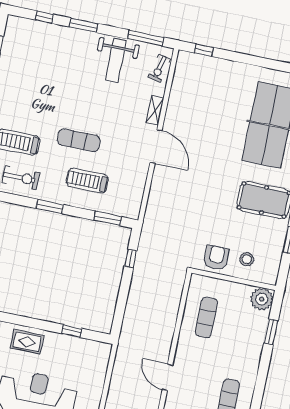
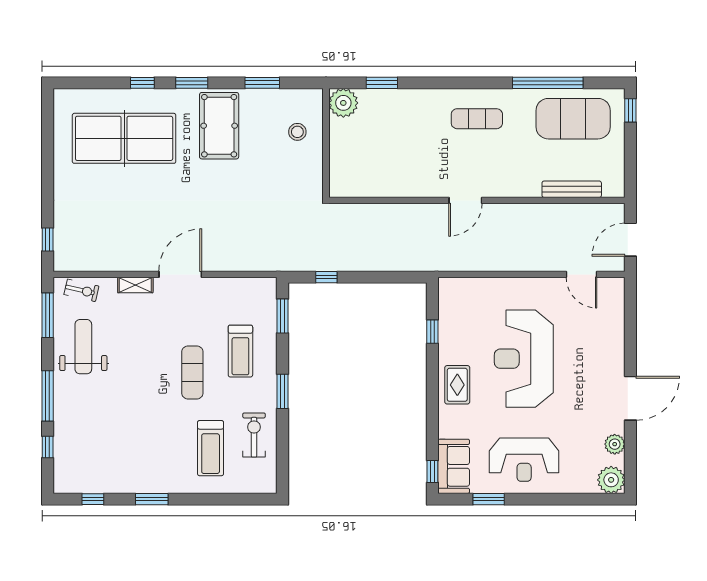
window: (84, 25) -> (48, 396), width x1.44
weight bench: (116, 61) -> (83, 347), turned -90
armchair: (216, 258) -> (303, 170), removed
exercise mat: (206, 317) -> (380, 167), removed

